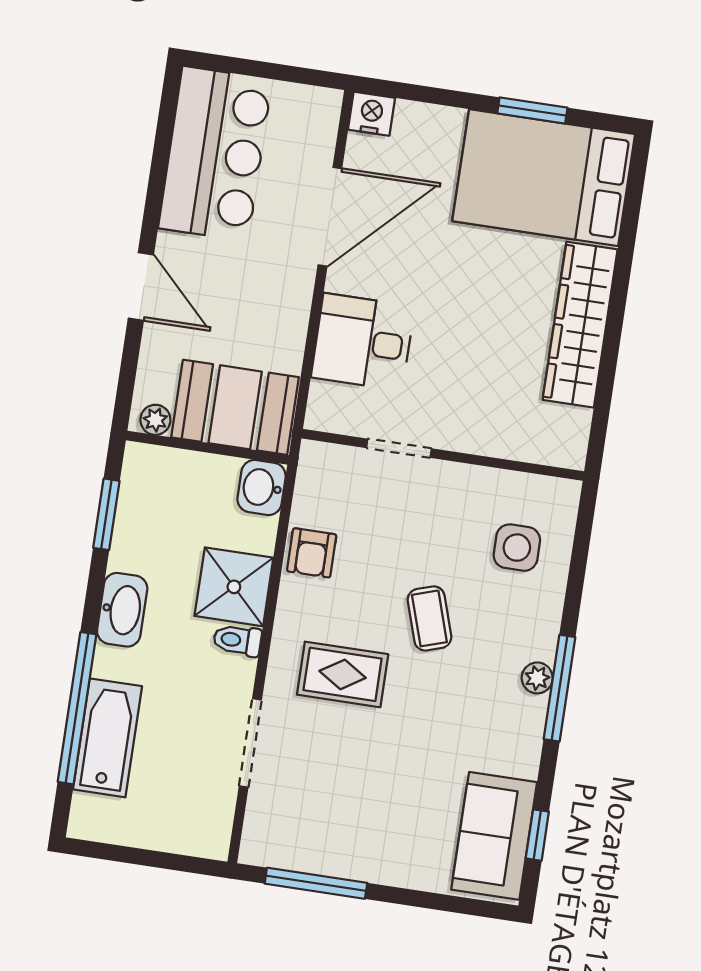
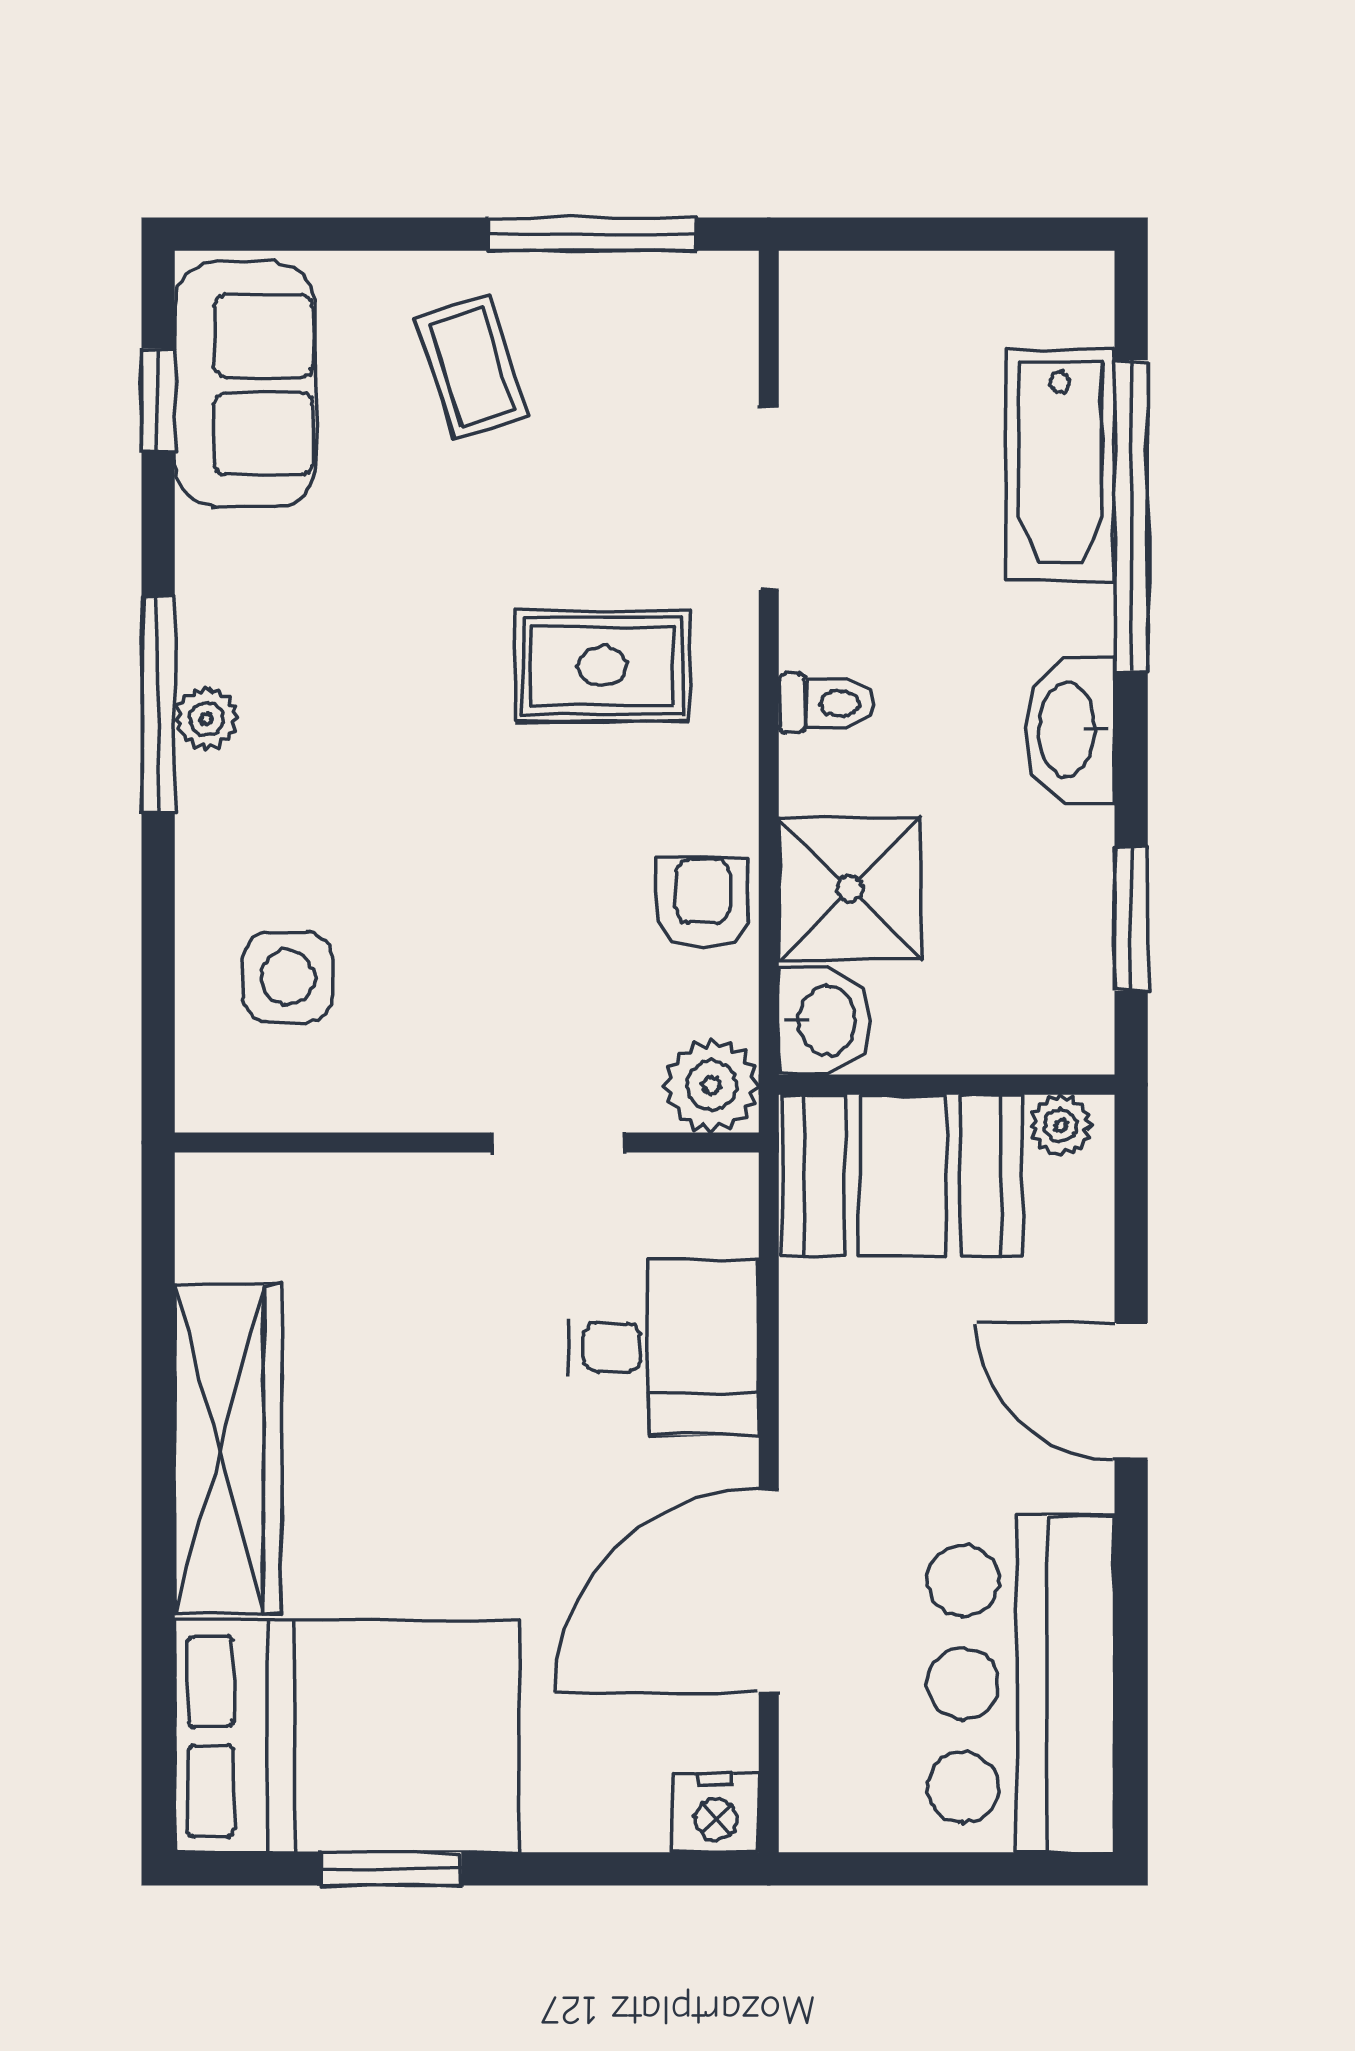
plant: (321, 465) -> (712, 1085), added
shower: (234, 587) -> (850, 889), moved
coffee table: (429, 618) -> (472, 367), moved

